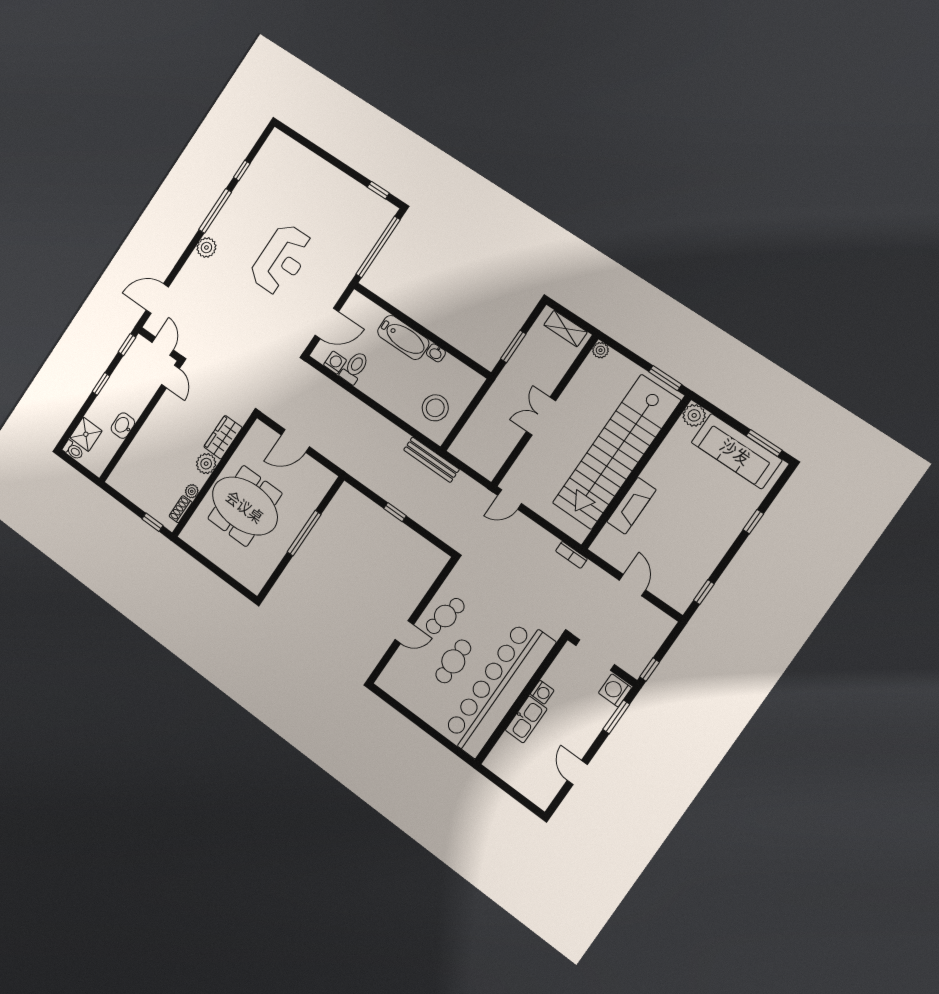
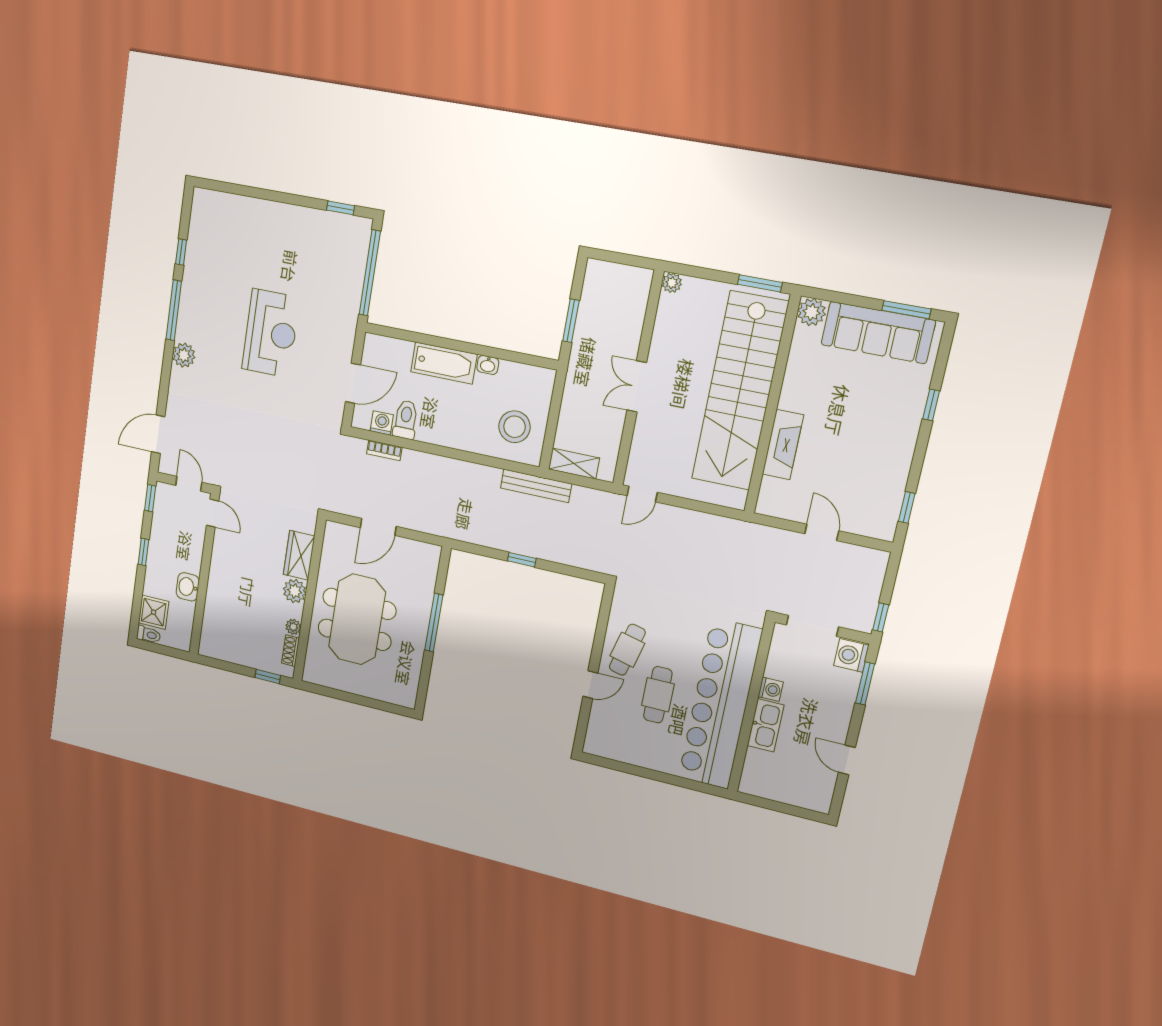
shelving: (565, 329) -> (574, 464), moved
meeting table: (245, 506) -> (357, 619), turned 90
bookcase: (571, 555) -> (384, 450), moved

